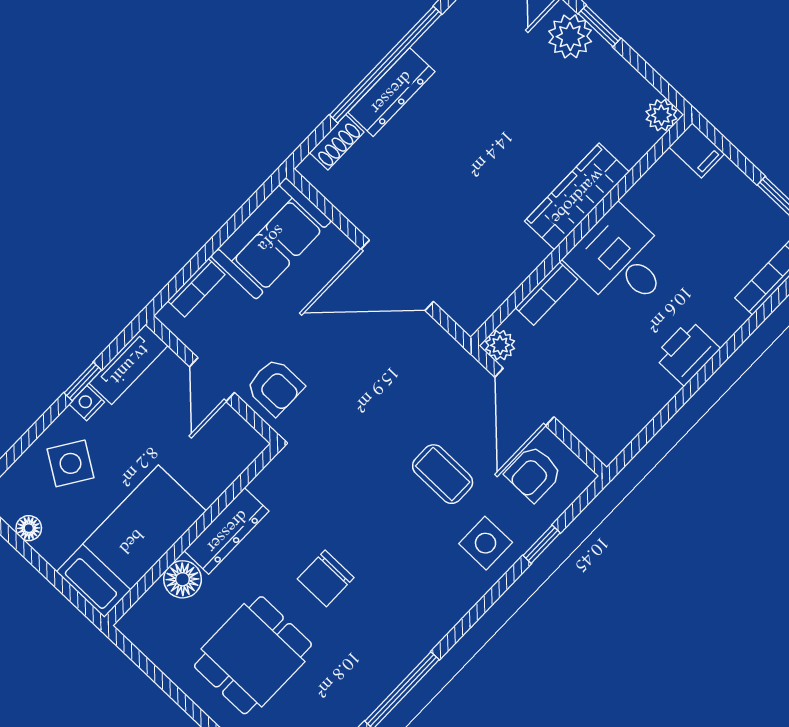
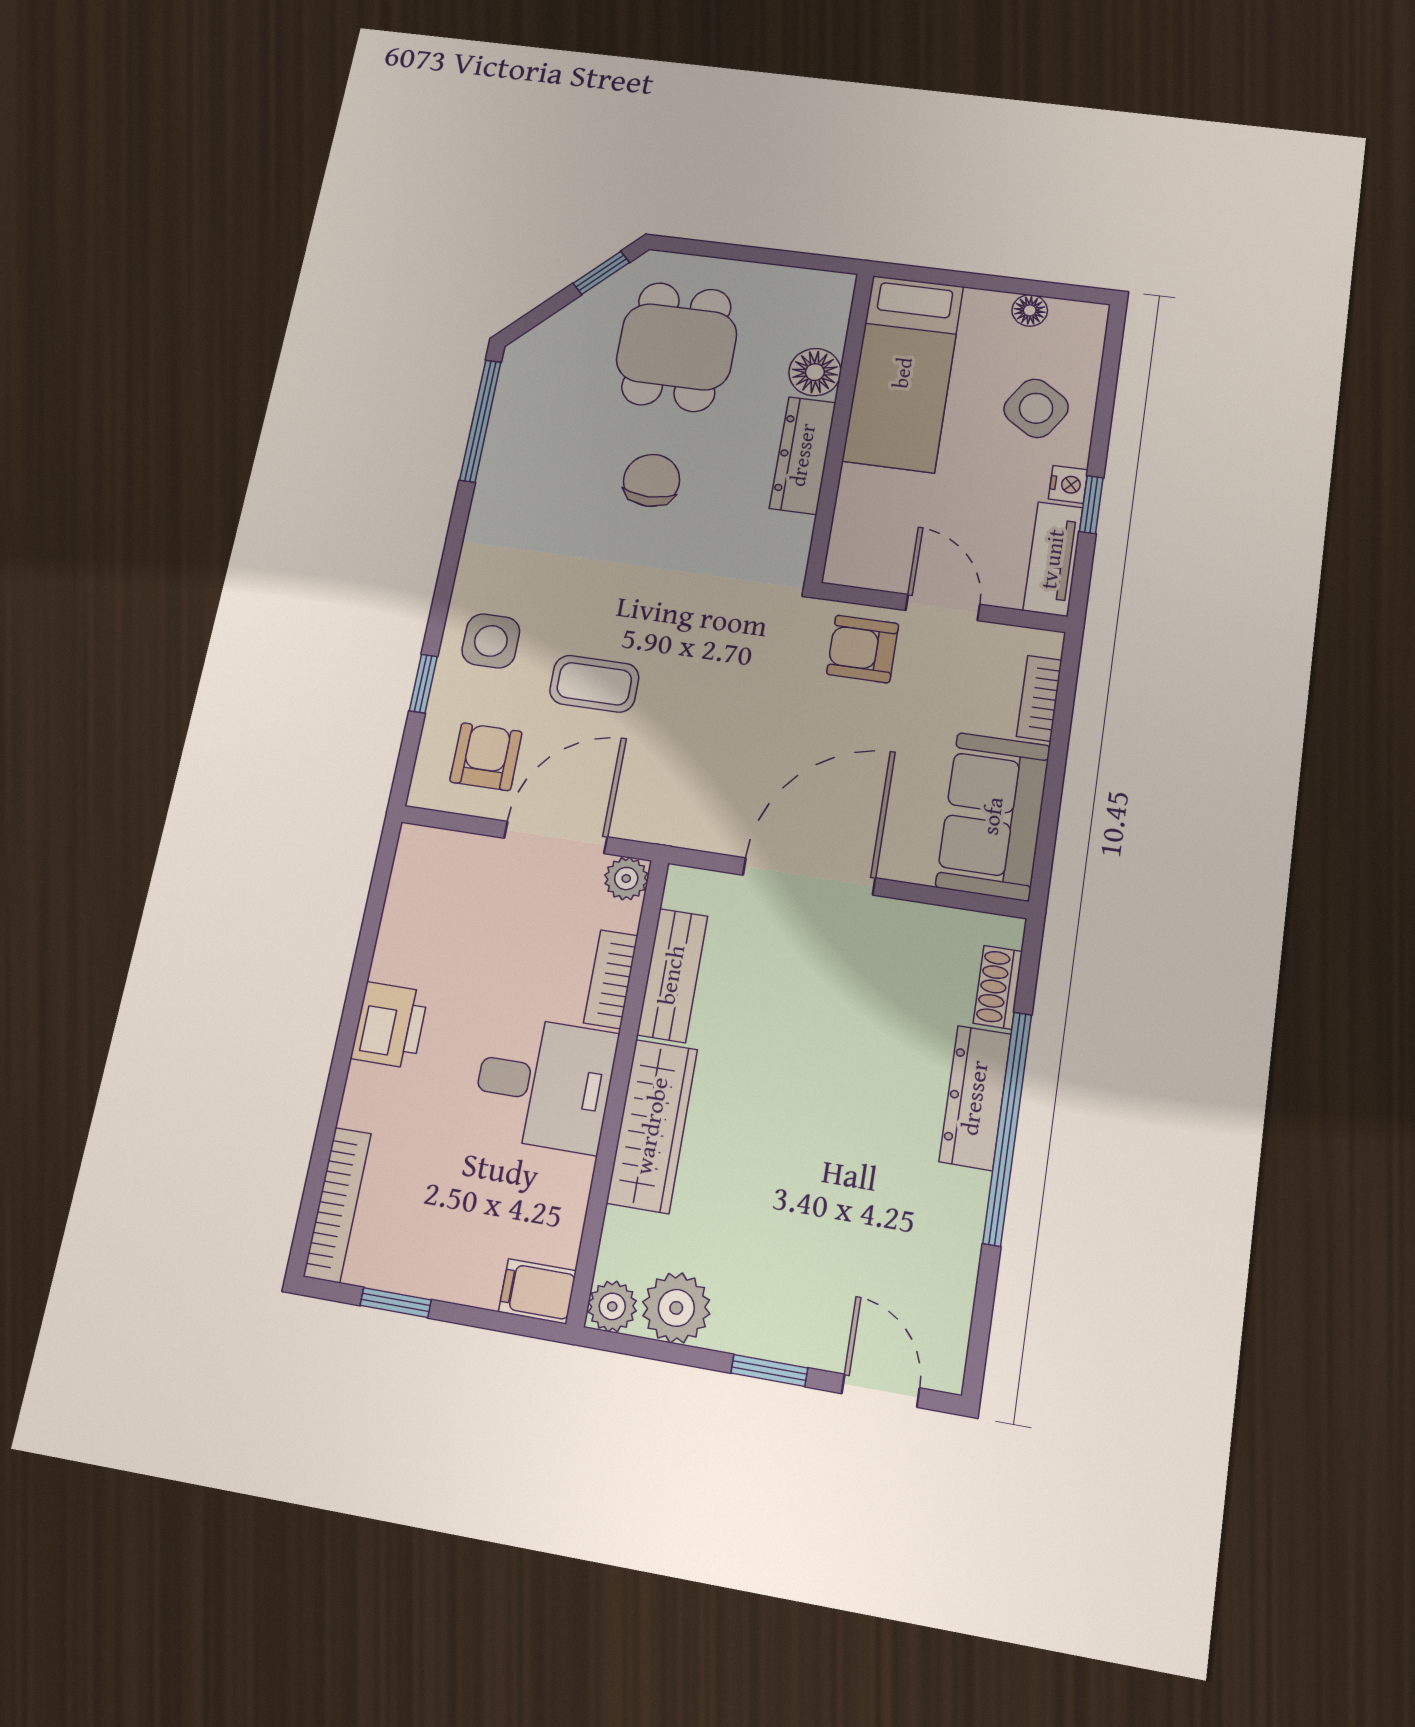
plant: (570, 36) -> (676, 1308), moved
bench: (511, 272) -> (672, 975), added
door: (524, 397) -> (556, 837), hinge flipped

